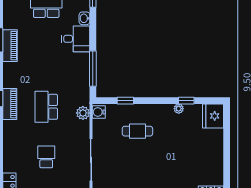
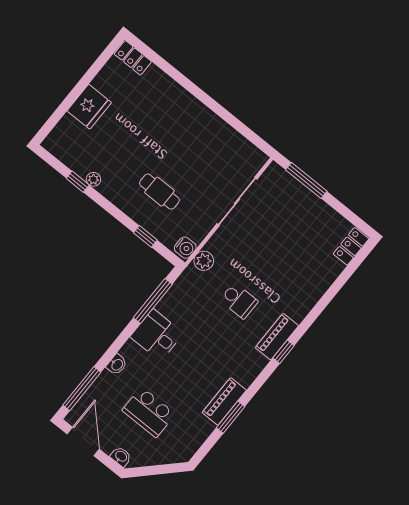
desk: (76, 39) -> (157, 335), moved
school desk: (46, 107) -> (239, 301), width x0.54
fridge: (213, 116) -> (89, 107), moved
school desk: (46, 157) -> (284, 245), removed

